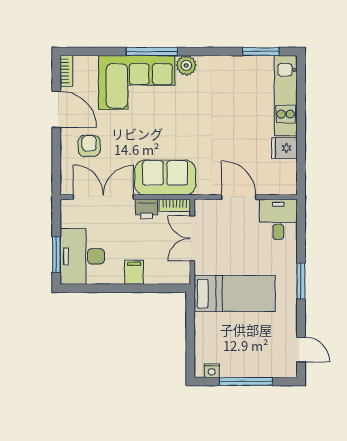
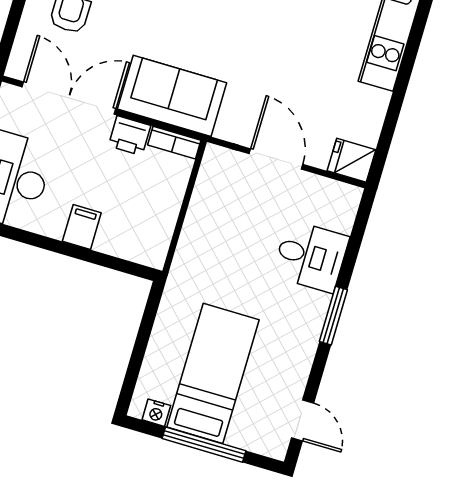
fridge: (284, 148) -> (352, 160), moved
desk: (278, 219) -> (311, 256), moved, turned 90
double door: (192, 238) -> (186, 201), removed
bed: (235, 294) -> (213, 373), moved, turned -90

